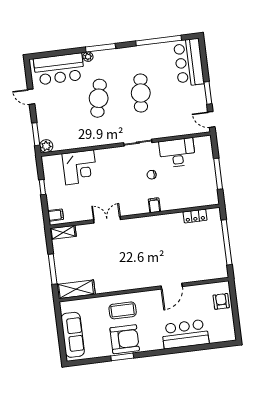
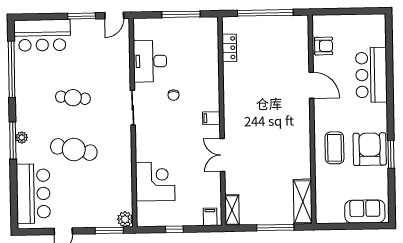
plant: (88, 57) -> (22, 137), moved
cafe table: (141, 93) -> (73, 98), width x0.73, depth x0.74
filing cabinet: (154, 205) -> (211, 118), moved
armchair: (221, 301) -> (324, 46), moved, turned 180
sofa: (73, 335) -> (365, 211), width x0.73

